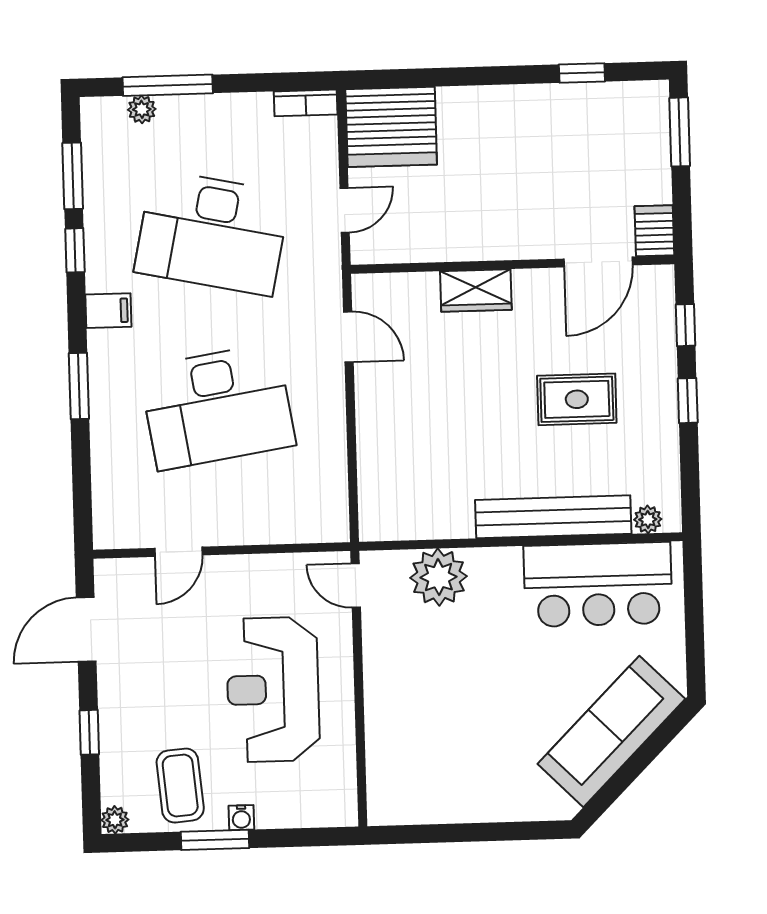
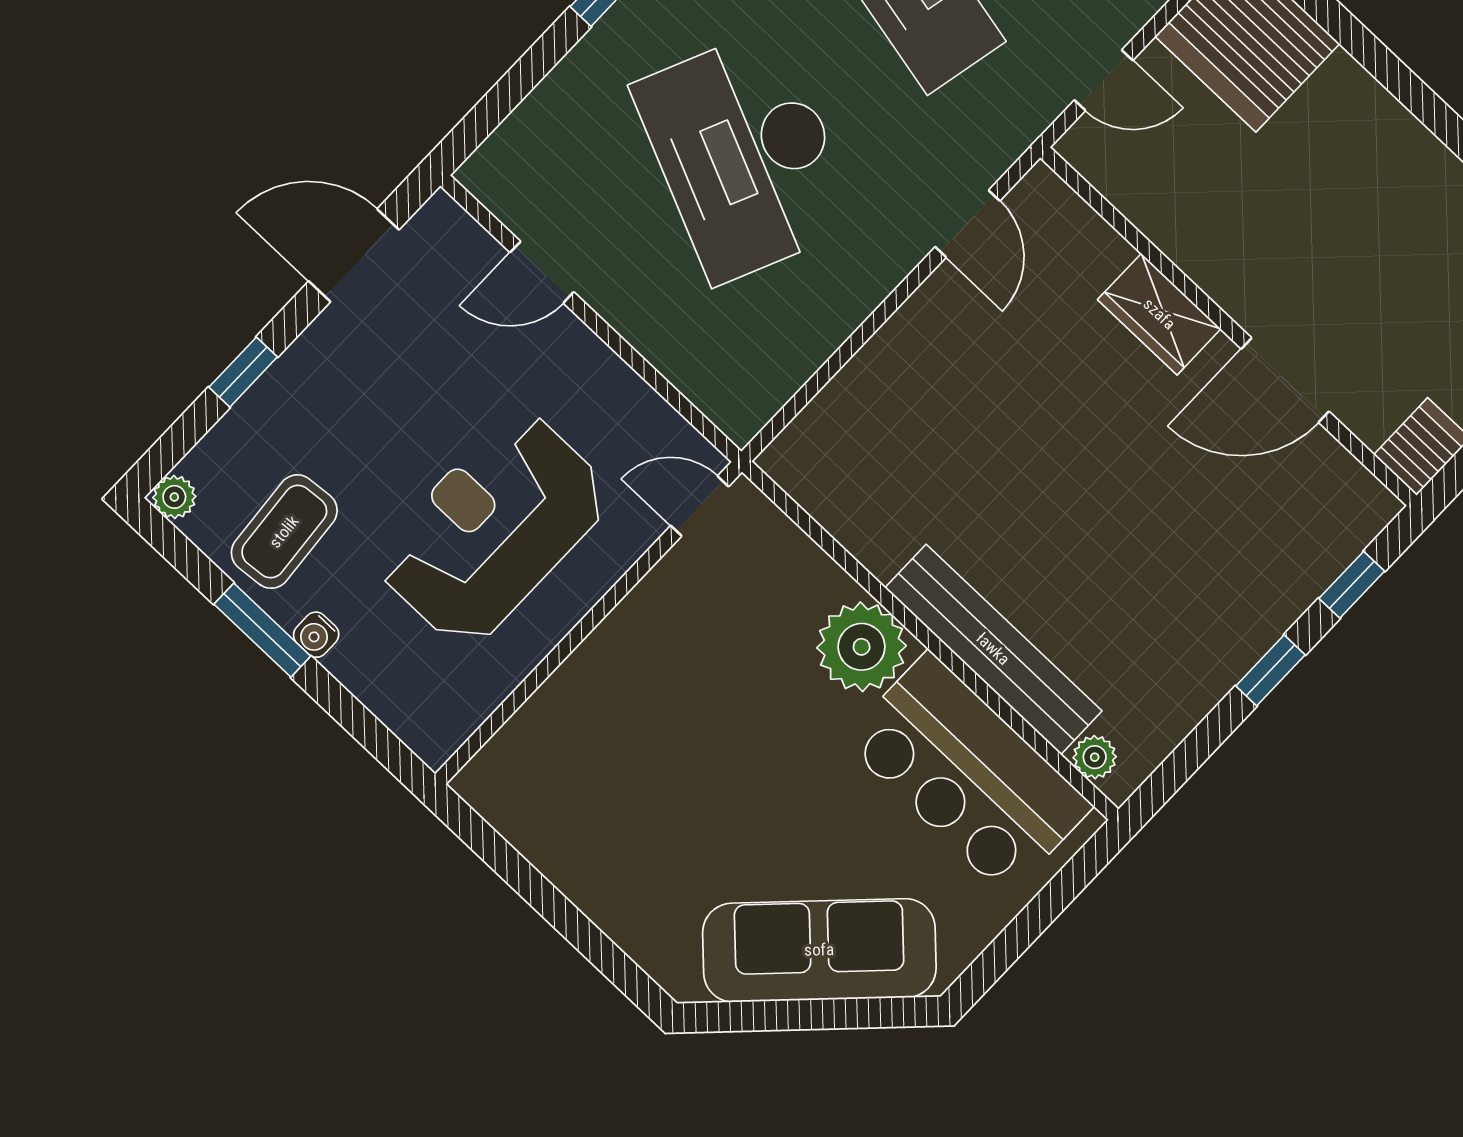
door: (598, 262) -> (1285, 380), moved
rug: (577, 399) -> (1150, 546), removed
desk: (217, 407) -> (746, 155), turned 33
plant: (439, 577) -> (862, 647), moved
door: (356, 586) -> (700, 506), hinge flipped

